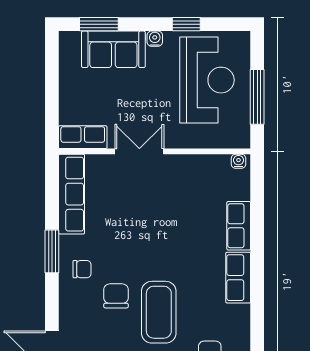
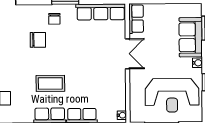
coffee table: (159, 312) -> (50, 83), moved, width x0.73, depth x0.76

